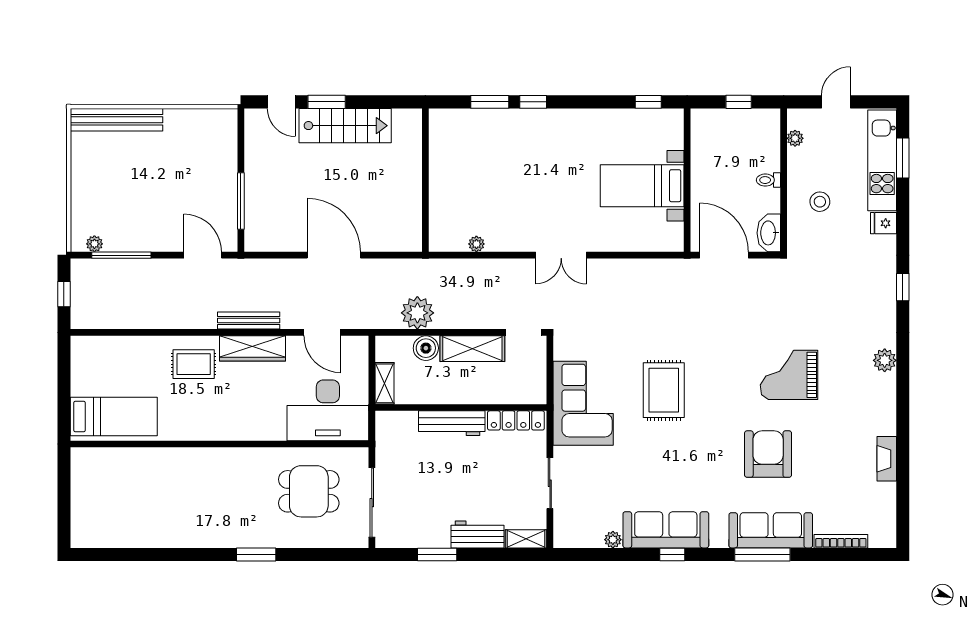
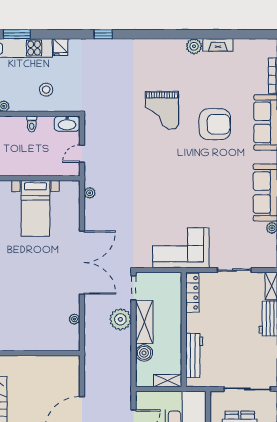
double door: (561, 255) -> (82, 263), width x1.87
door: (724, 255) -> (82, 154), width x0.53
plant: (665, 267) -> (90, 193), added
plant: (417, 313) -> (120, 319), moved
plant: (885, 360) -> (194, 46), moved
rug: (664, 390) -> (172, 194), removed
workbench: (452, 423) -> (194, 355), moved
armchair: (768, 454) -> (215, 124), turned 180

